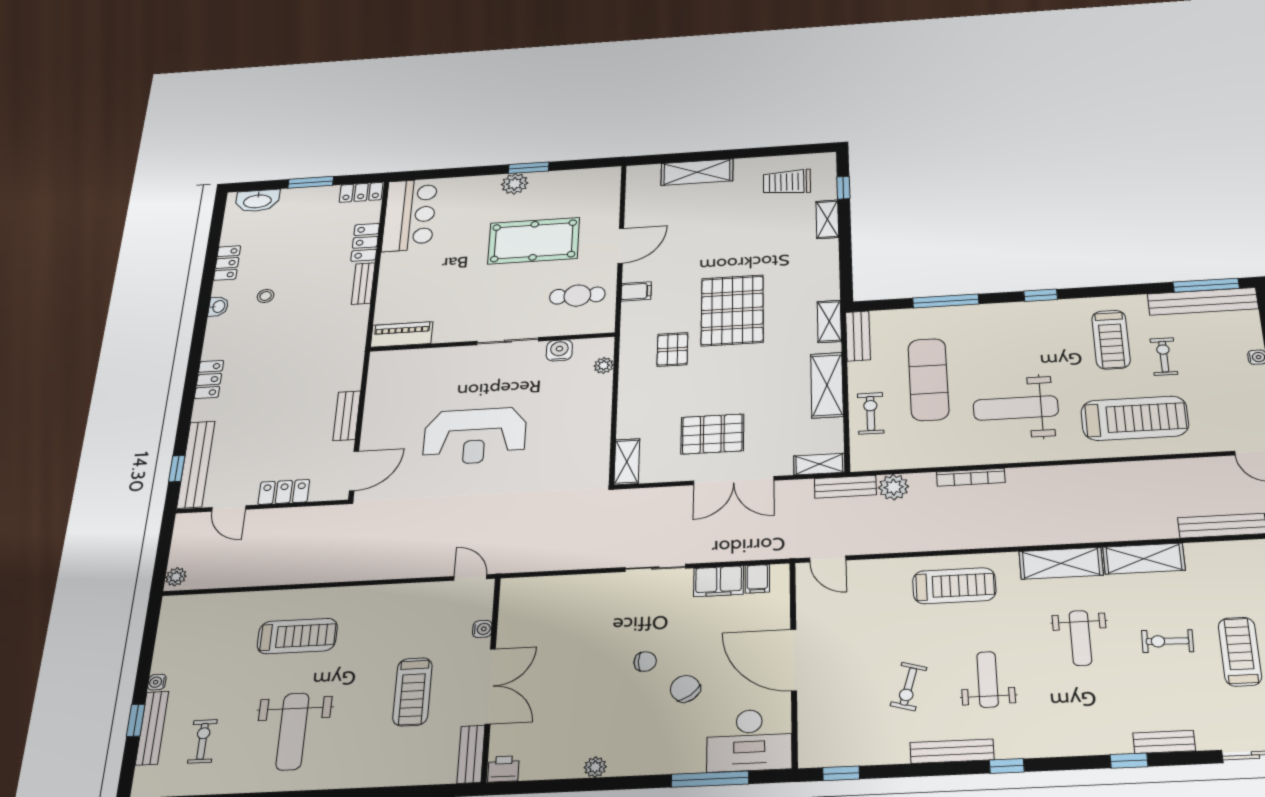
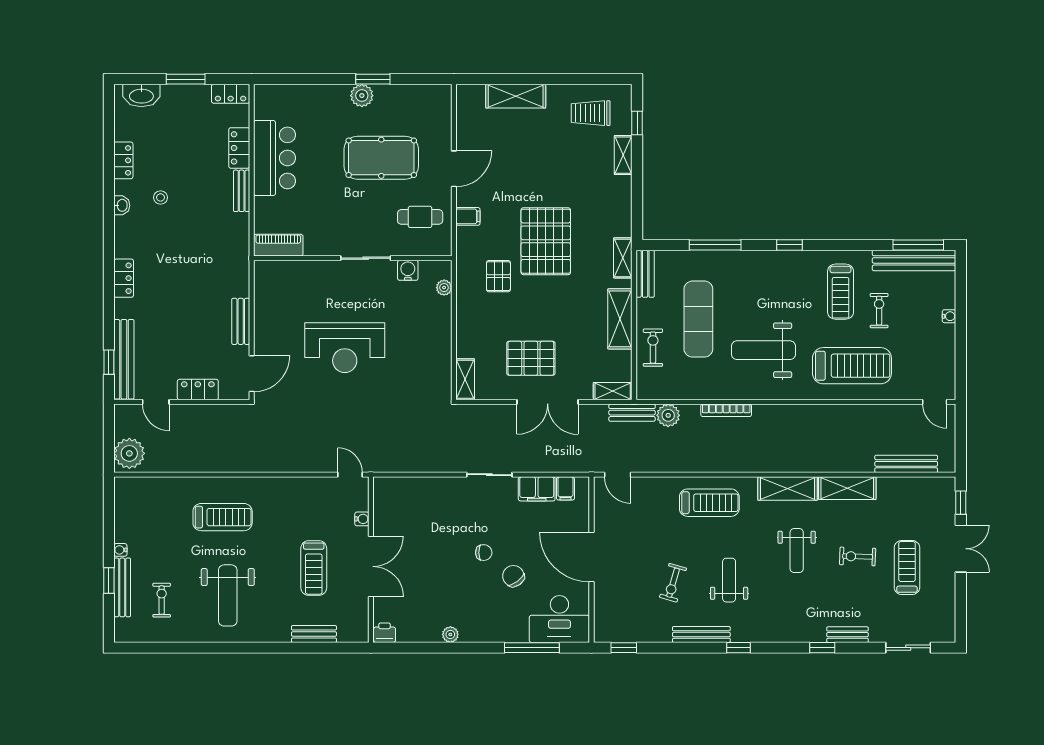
bar counter: (410, 215) -> (274, 158), moved
plant: (176, 577) -> (129, 453), width x1.87, depth x1.87
bench: (471, 754) -> (314, 634), moved, turned 90

